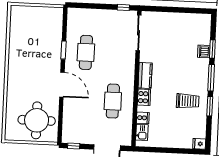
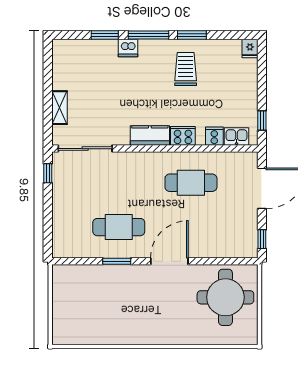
shelving: (166, 17) -> (59, 108), added
dishwasher: (204, 51) -> (128, 48), moved
window: (152, 150) -> (262, 120), added

